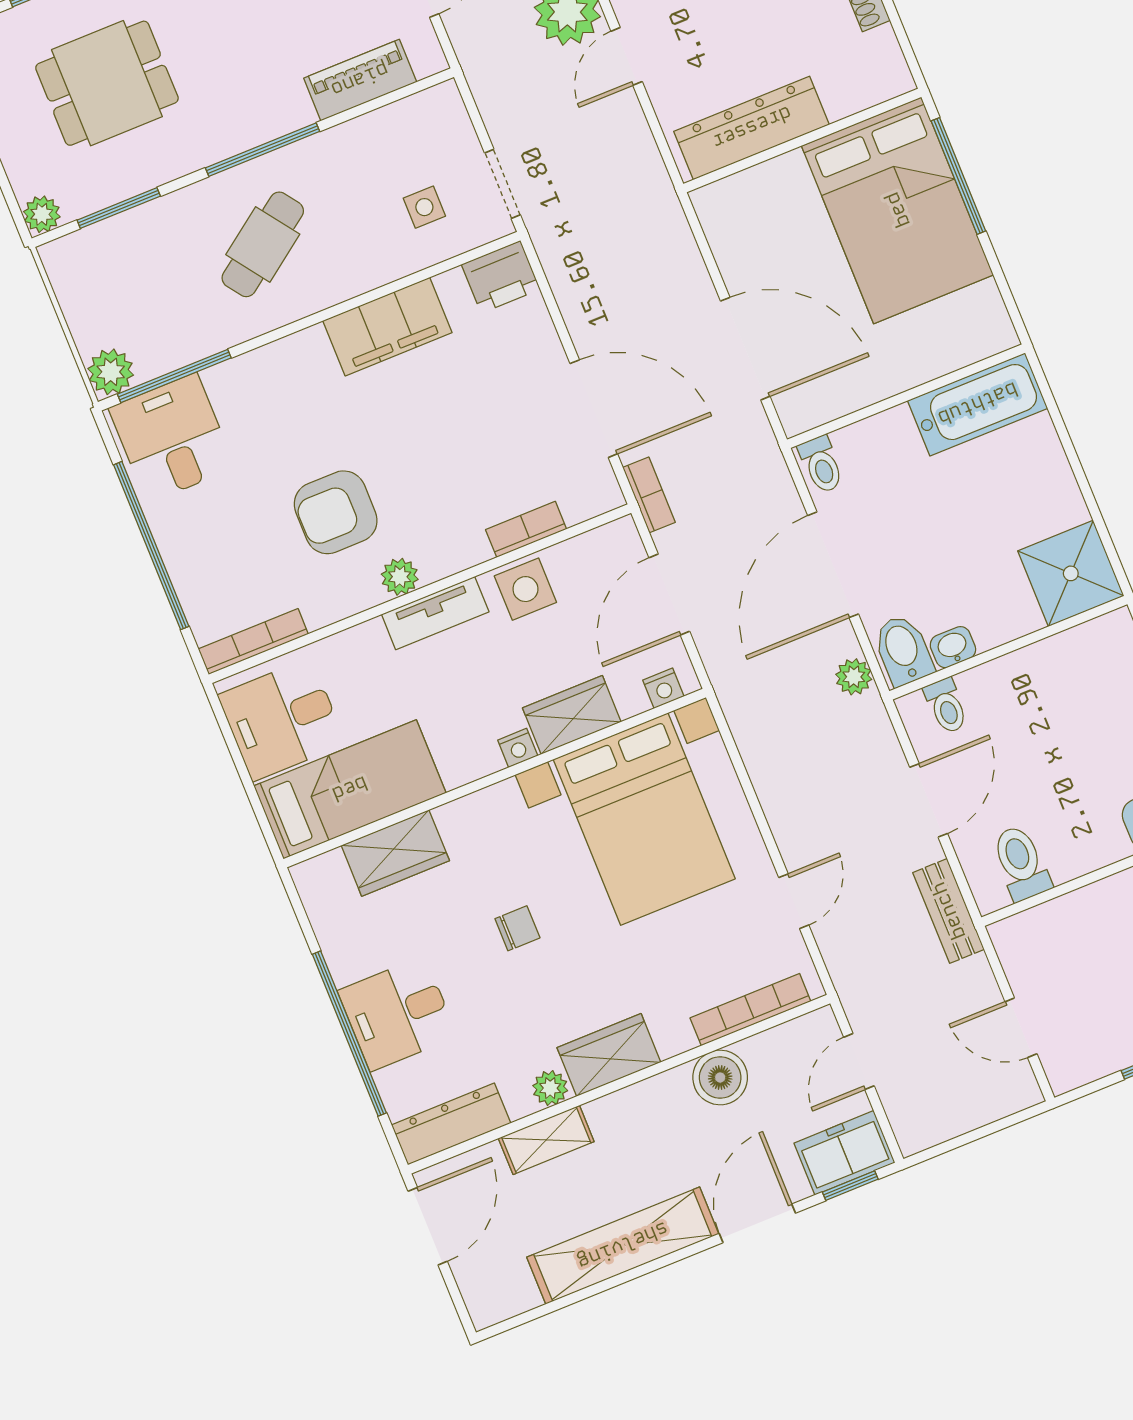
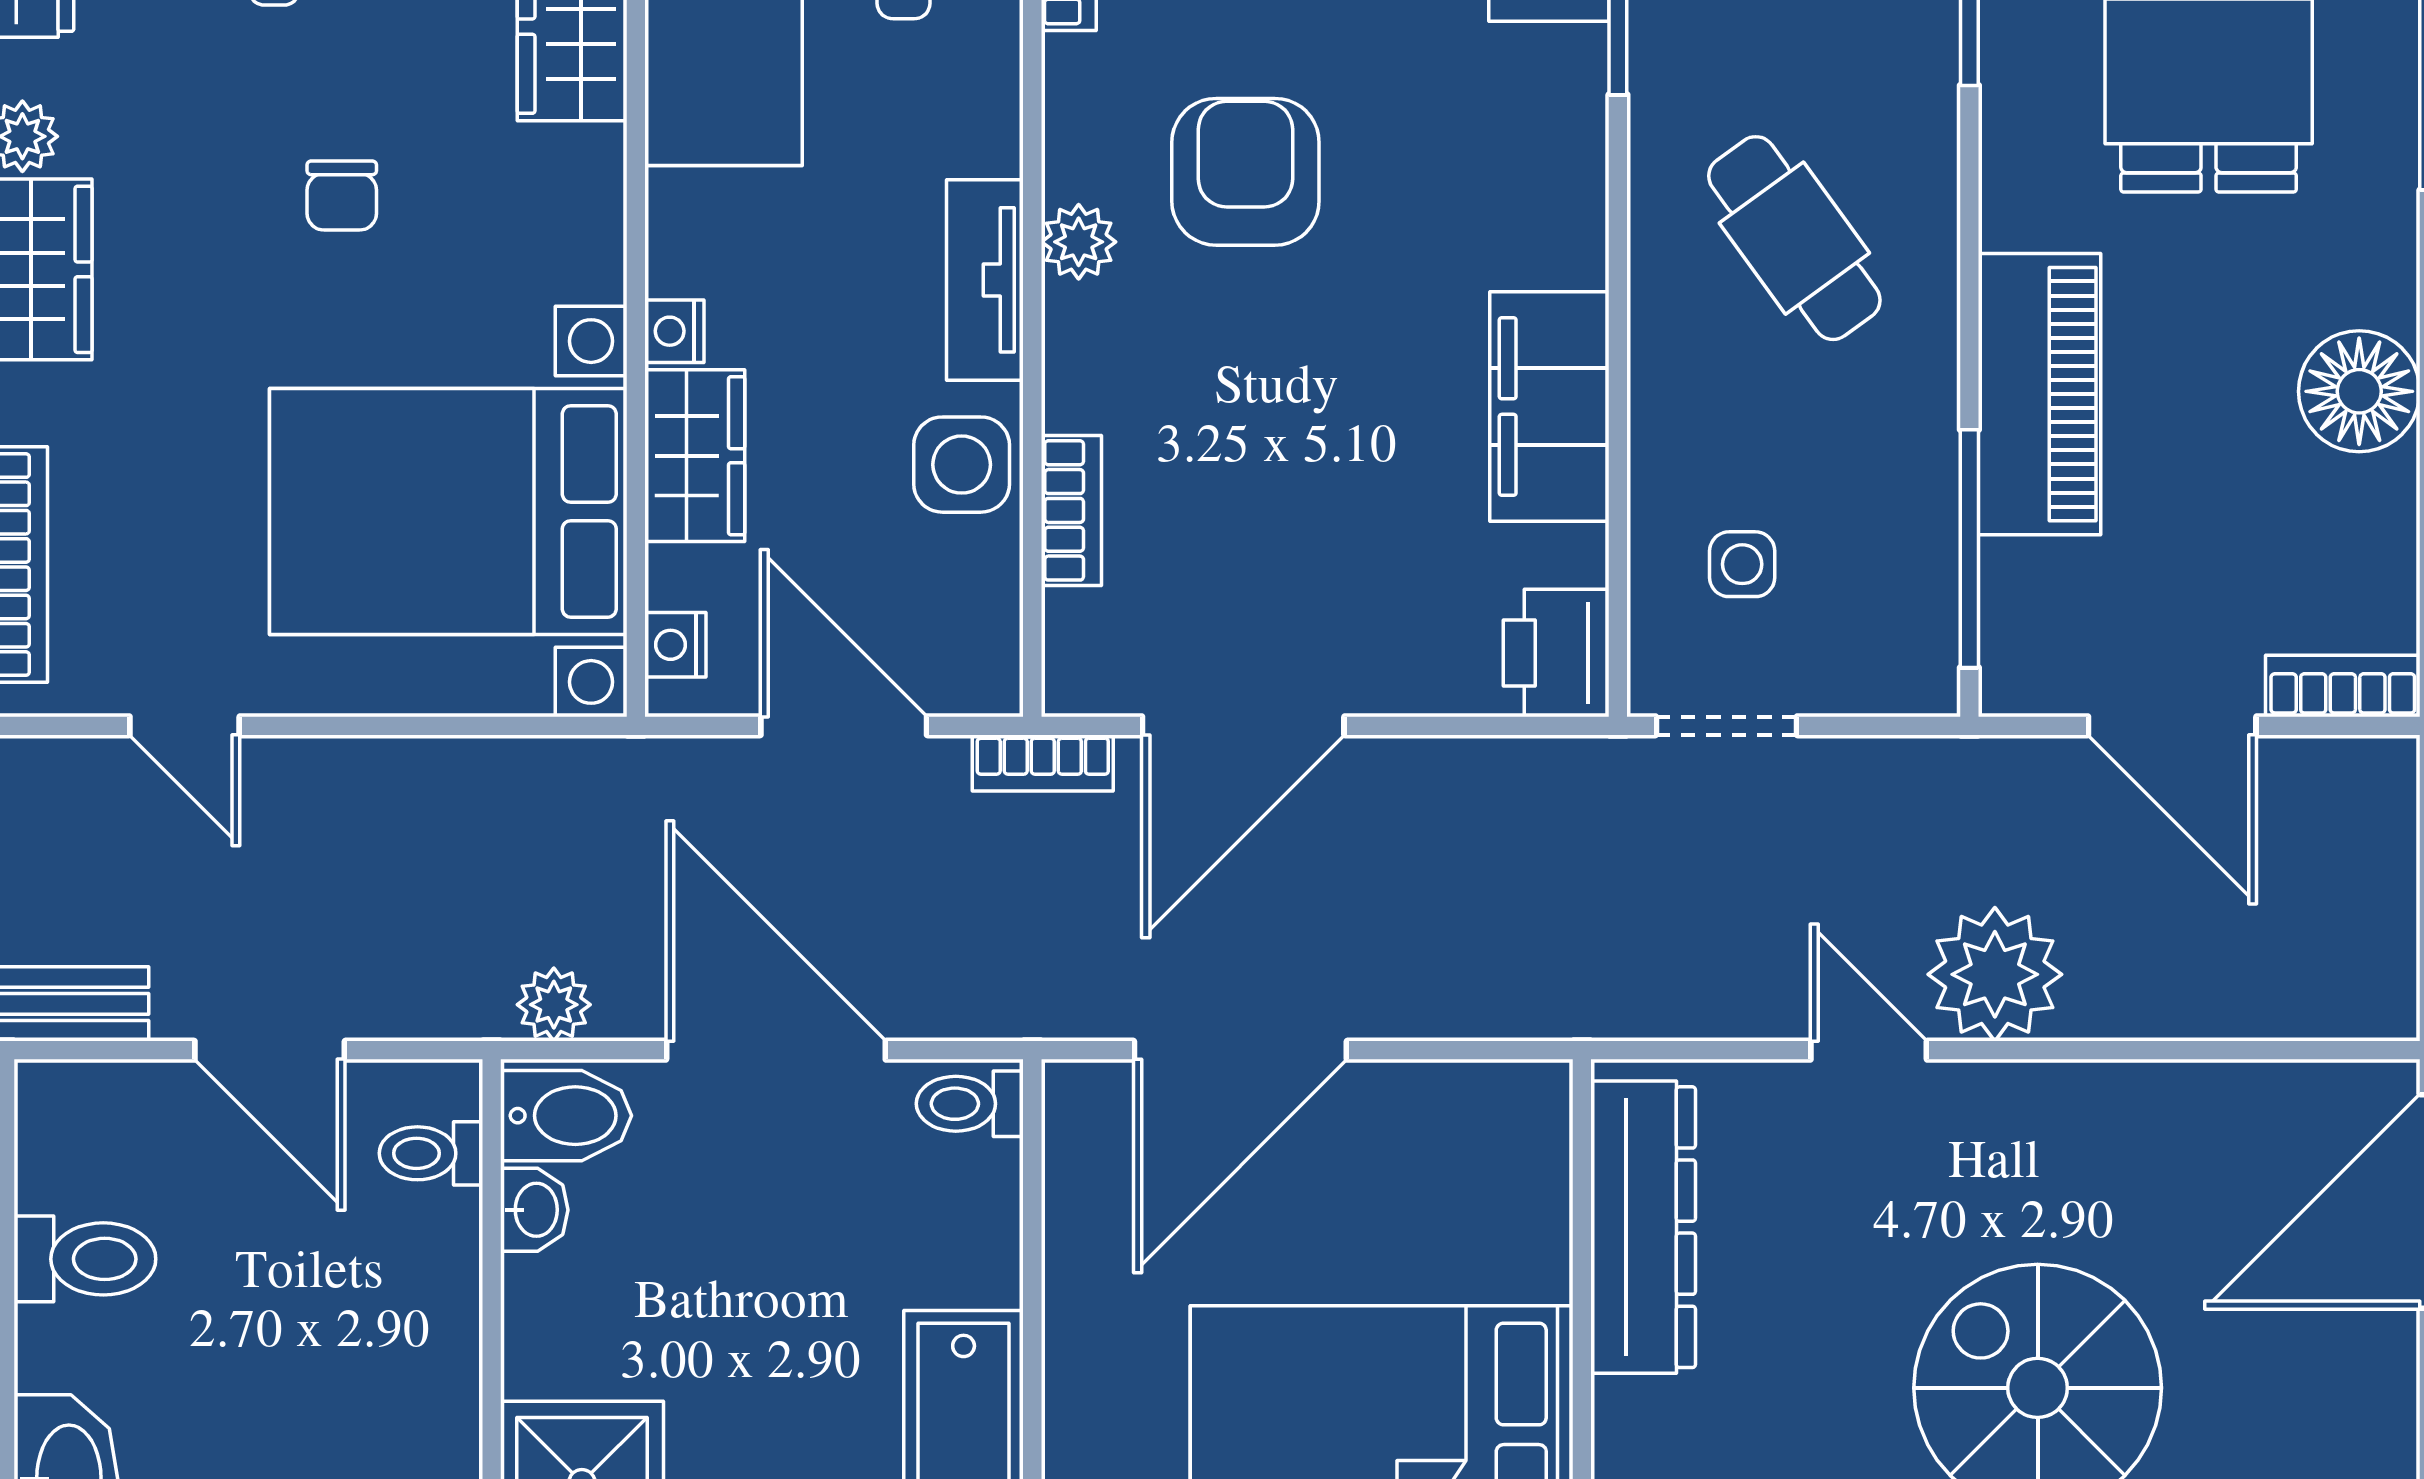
piano: (360, 80) -> (2040, 394), moved, width x1.37, depth x1.33
window: (263, 150) -> (1969, 549), moved
toilet: (1021, 863) -> (85, 1259), moved

